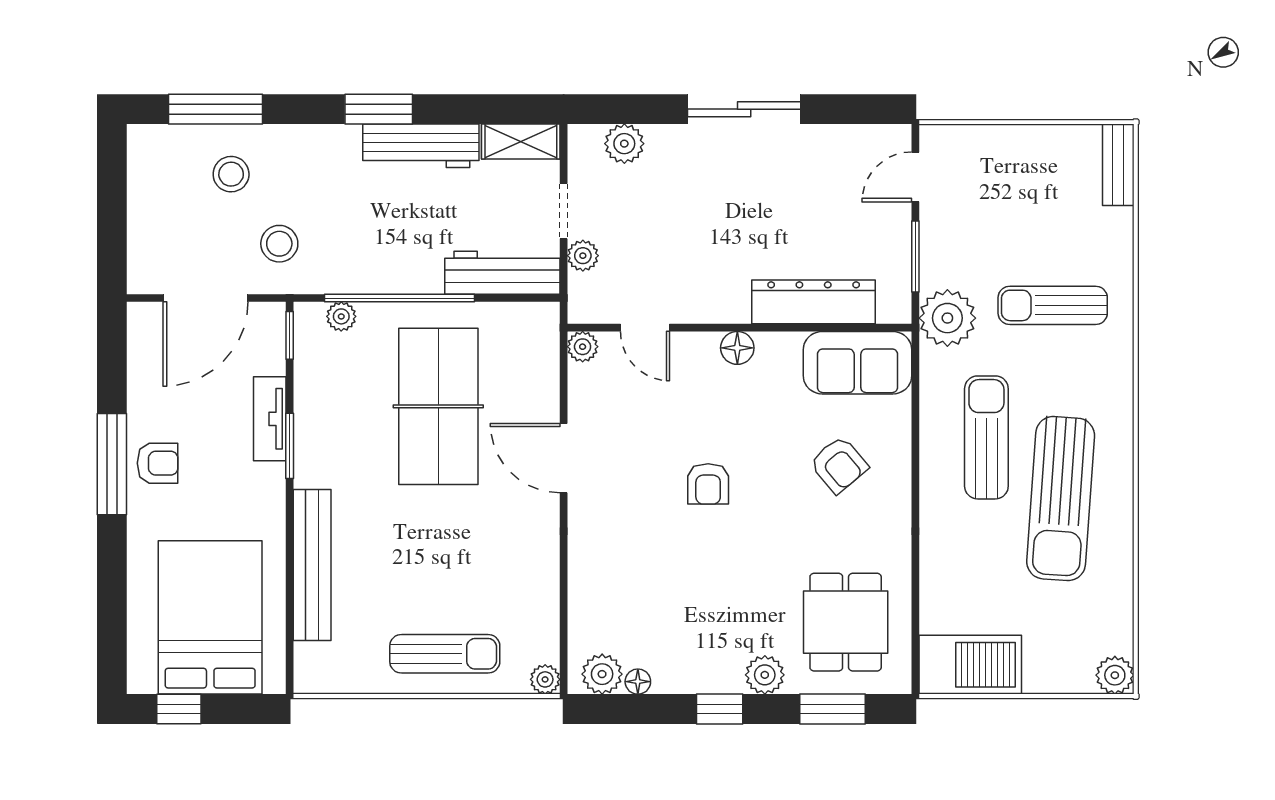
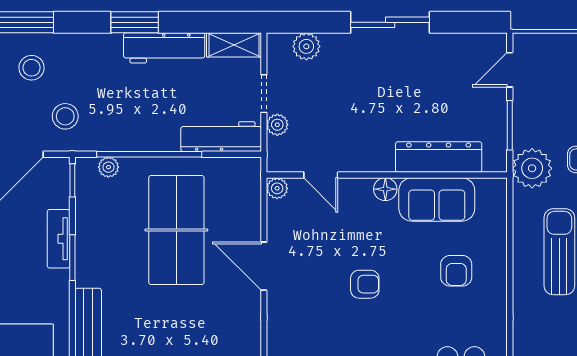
sofa: (857, 363) -> (437, 199), moved
armchair: (839, 465) -> (456, 271), turned 40
armchair: (708, 484) -> (365, 284), turned -90

